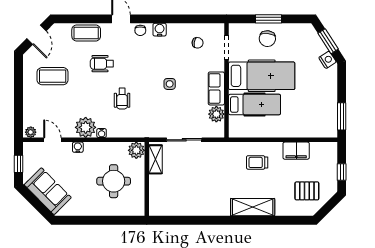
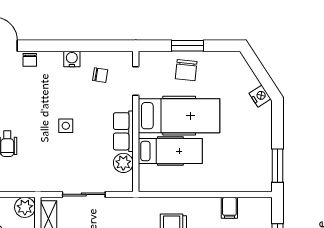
water cooler: (160, 30) -> (72, 59), moved
window: (328, 41) -> (261, 73), removed
filing cabinet: (296, 151) -> (229, 208), width x0.50

